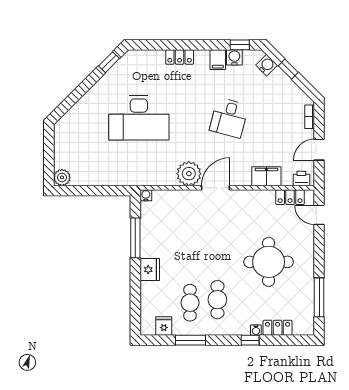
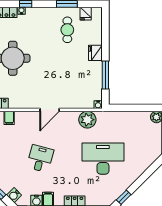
plant: (189, 174) -> (87, 120), moved
filing cabinet: (266, 176) -> (9, 118), width x0.50
cafe table: (217, 300) -> (48, 32), removed

